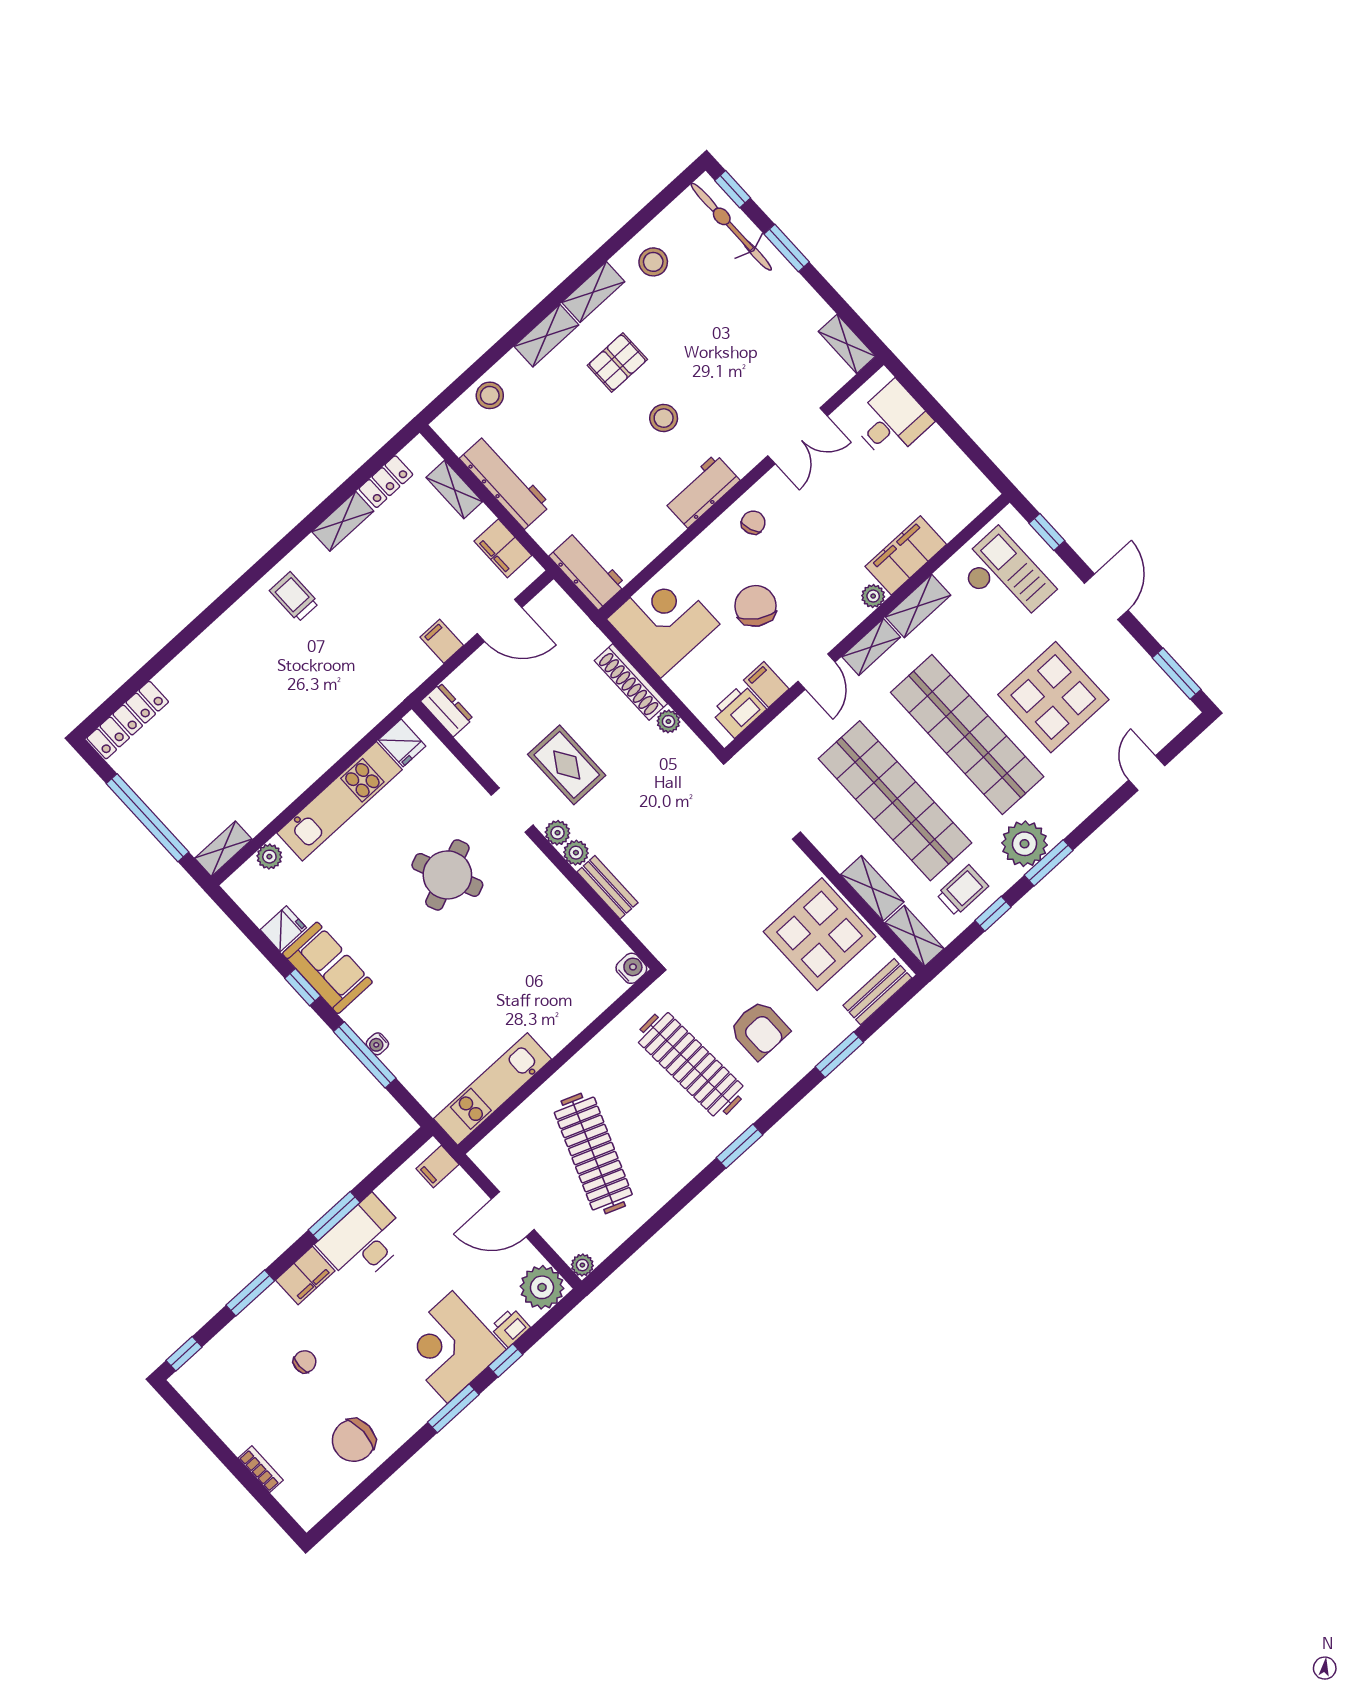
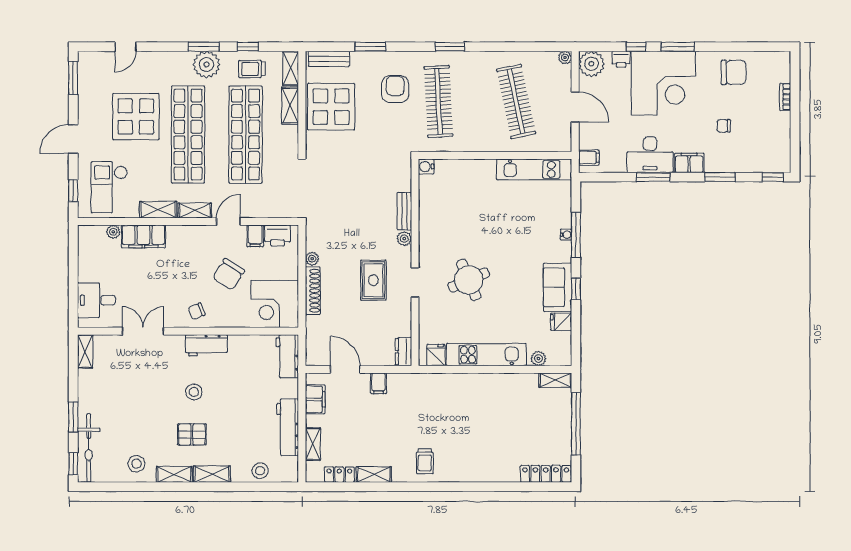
plant: (873, 596) -> (113, 232), moved
plant: (558, 833) -> (404, 255), removed
clothes rail: (593, 1154) -> (516, 101), turned -33
corner desk: (450, 1347) -> (663, 83), width x1.36, depth x1.36

